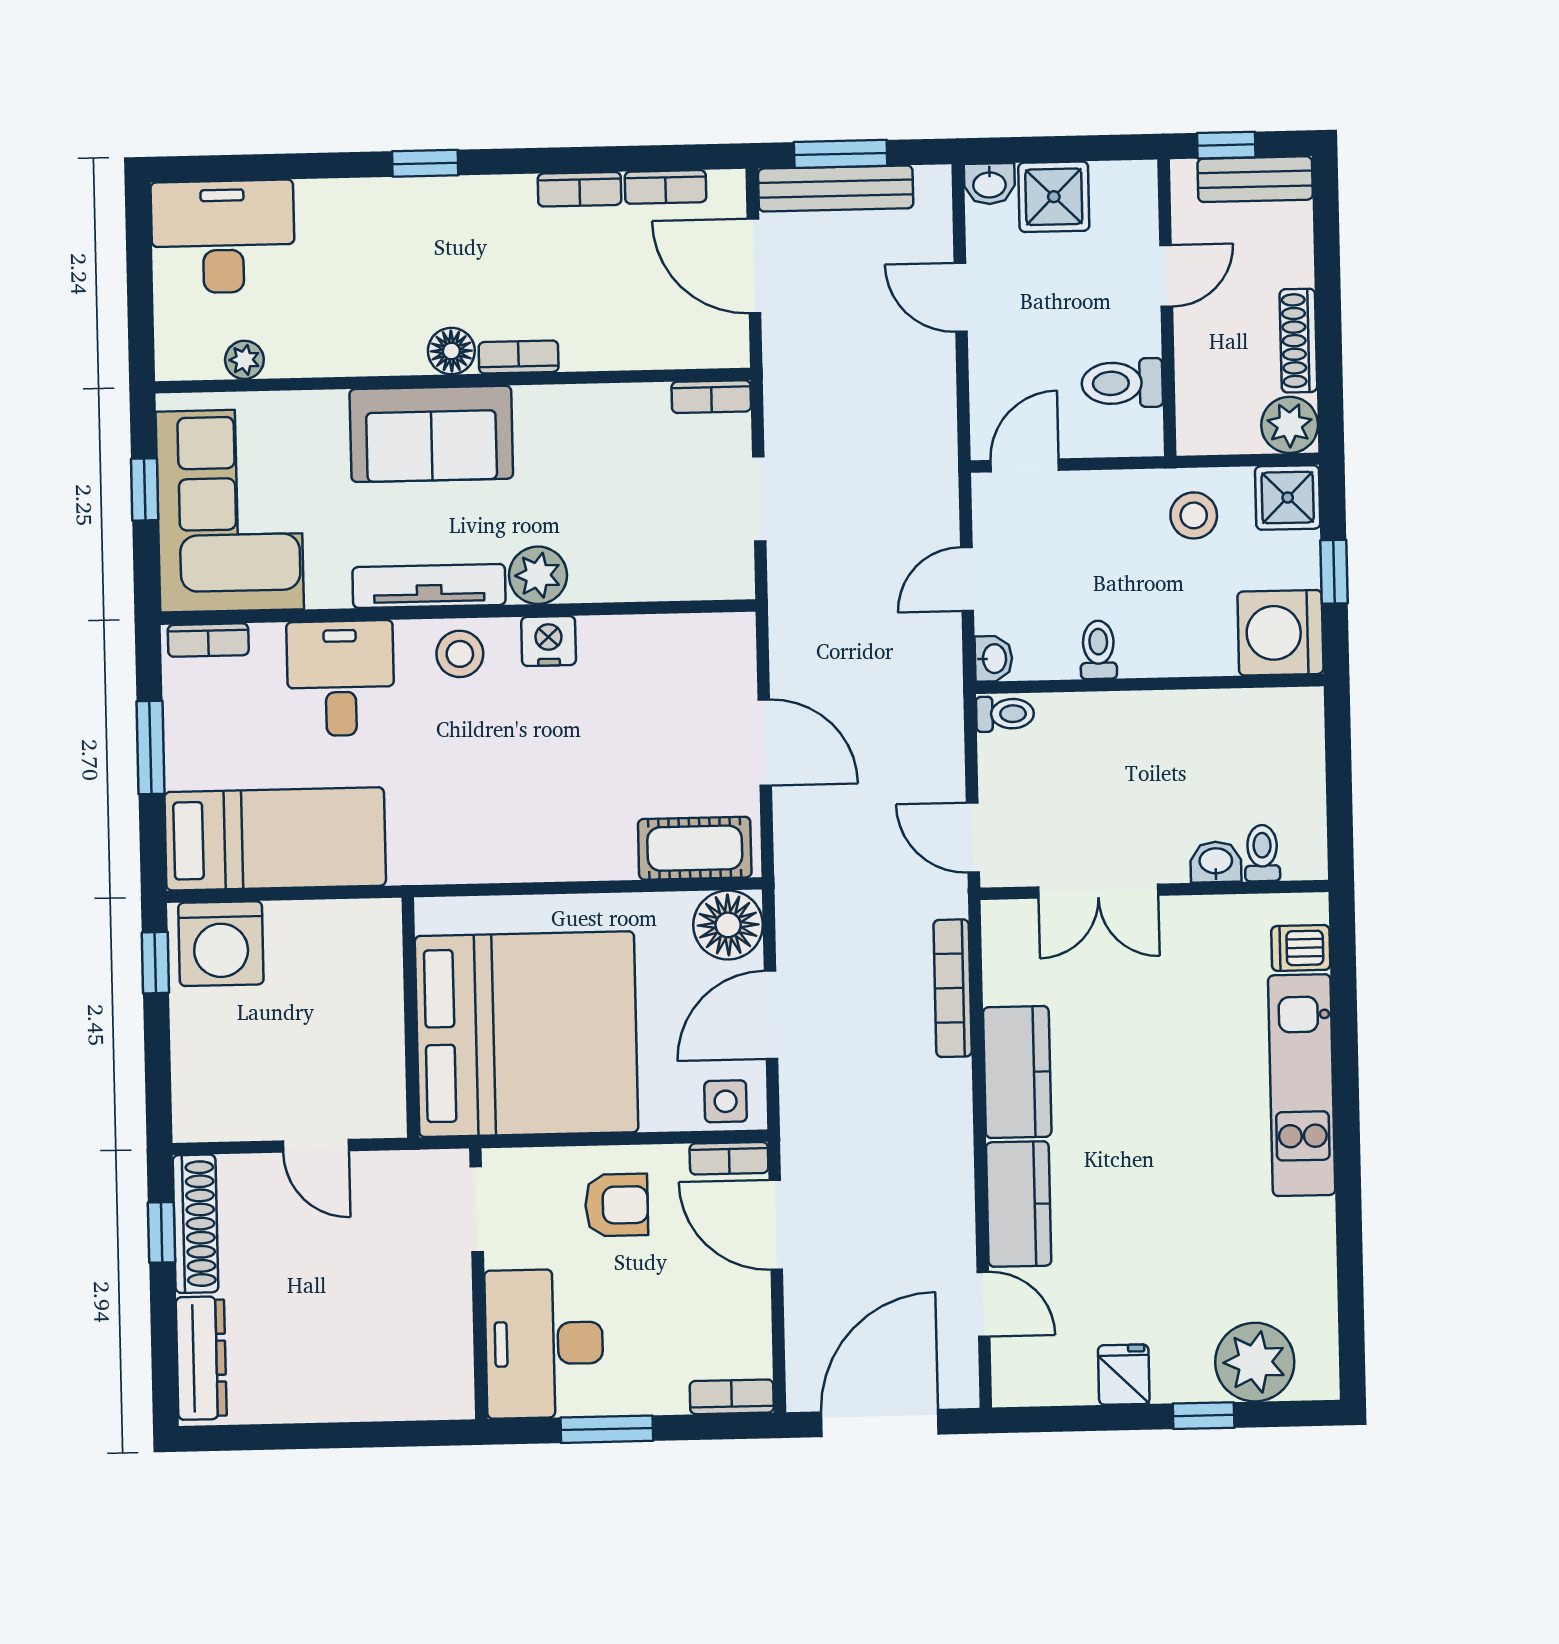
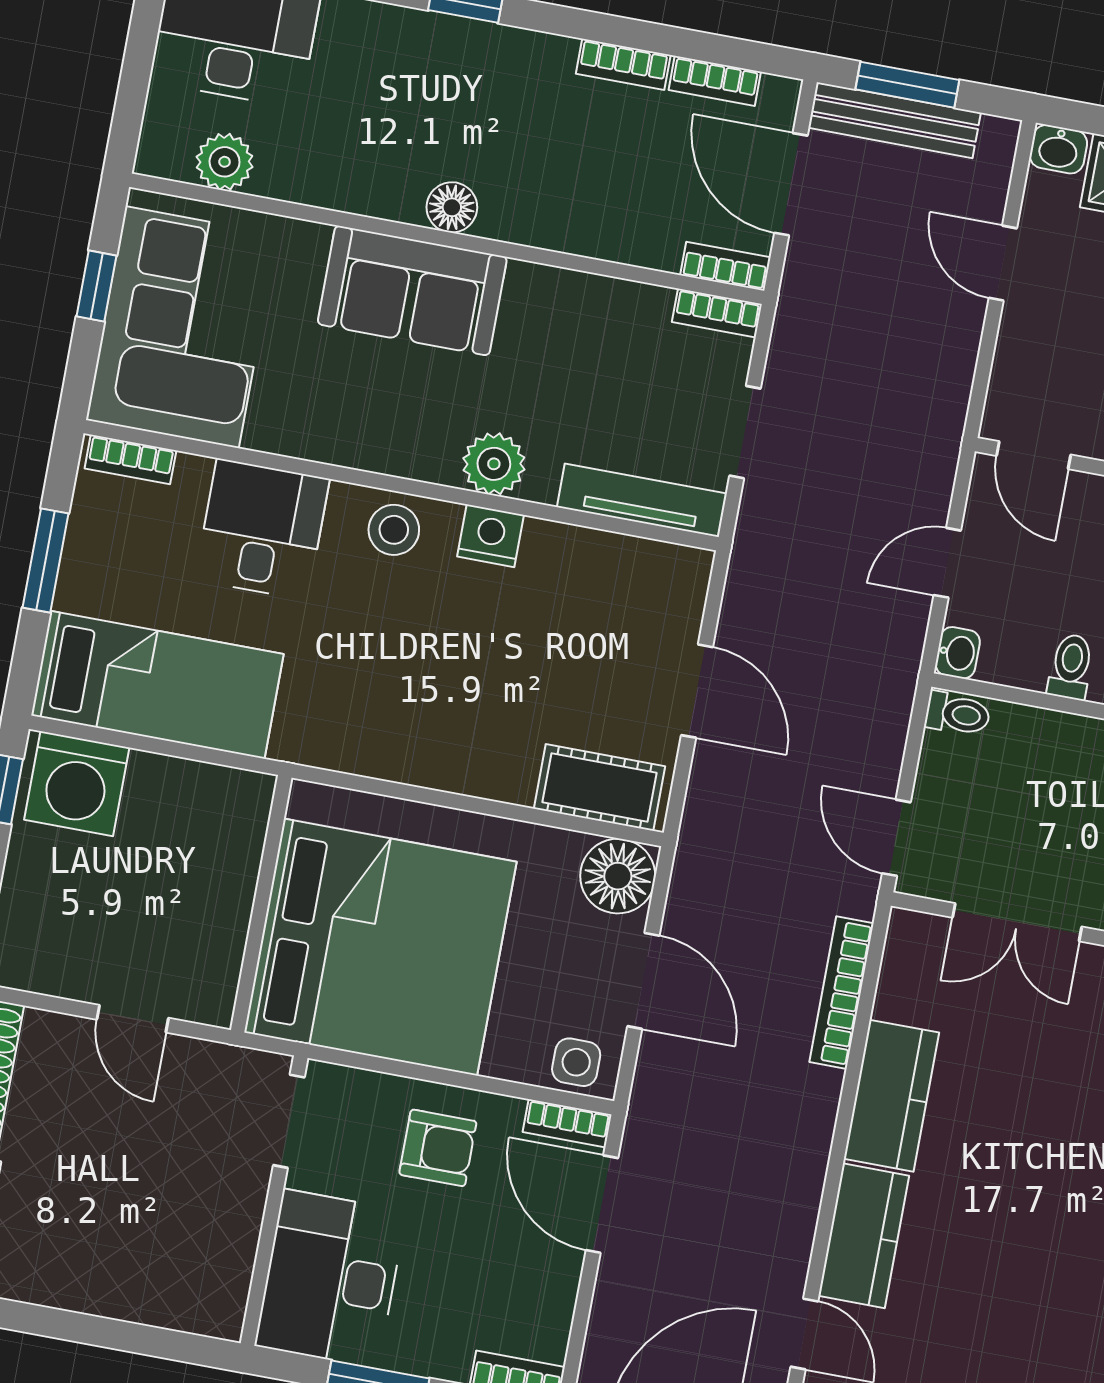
bookcase: (519, 357) -> (725, 266), moved
plant: (244, 360) -> (225, 162), width x1.38, depth x1.38
door: (1025, 465) -> (1034, 455), swing flipped
tv unit: (429, 586) -> (642, 500), moved
door: (771, 1015) -> (643, 981), swing flipped

